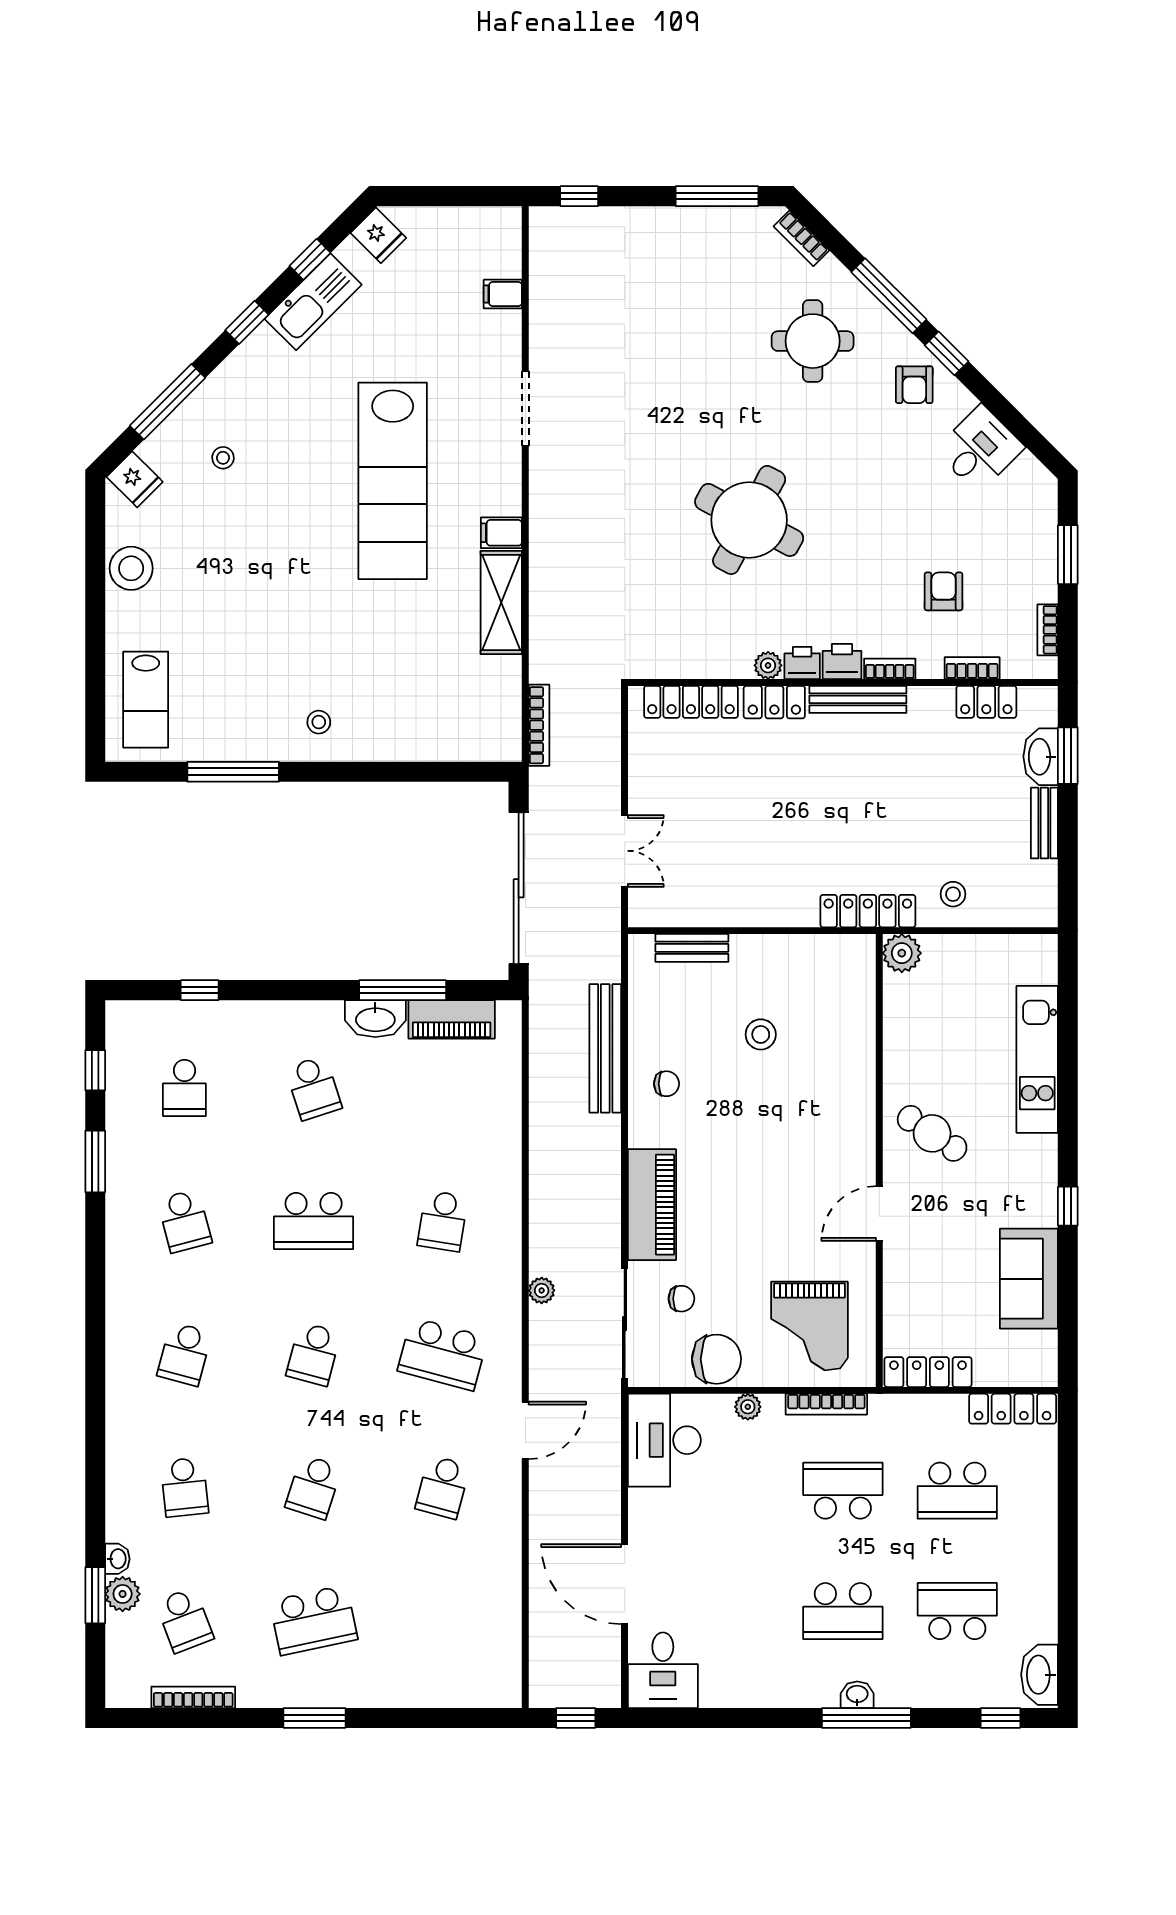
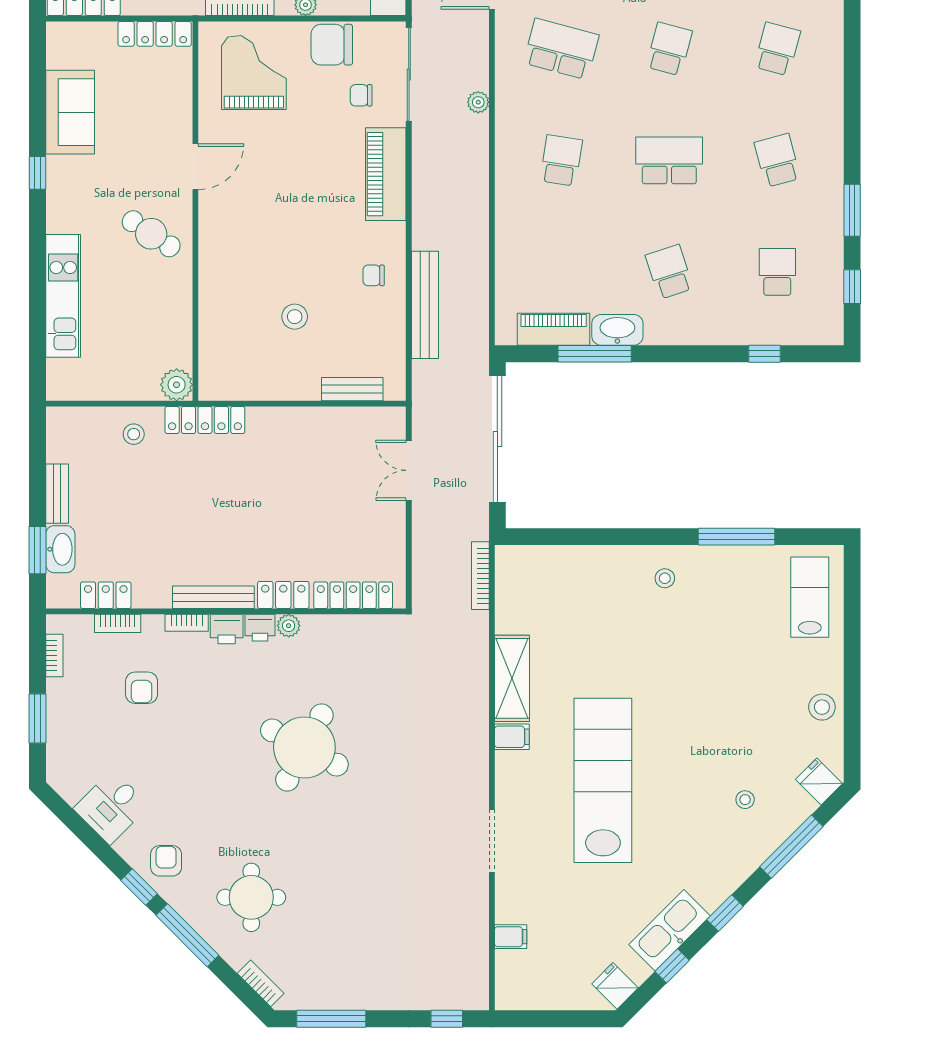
stool: (131, 568) -> (822, 707), width x0.73, depth x0.73

